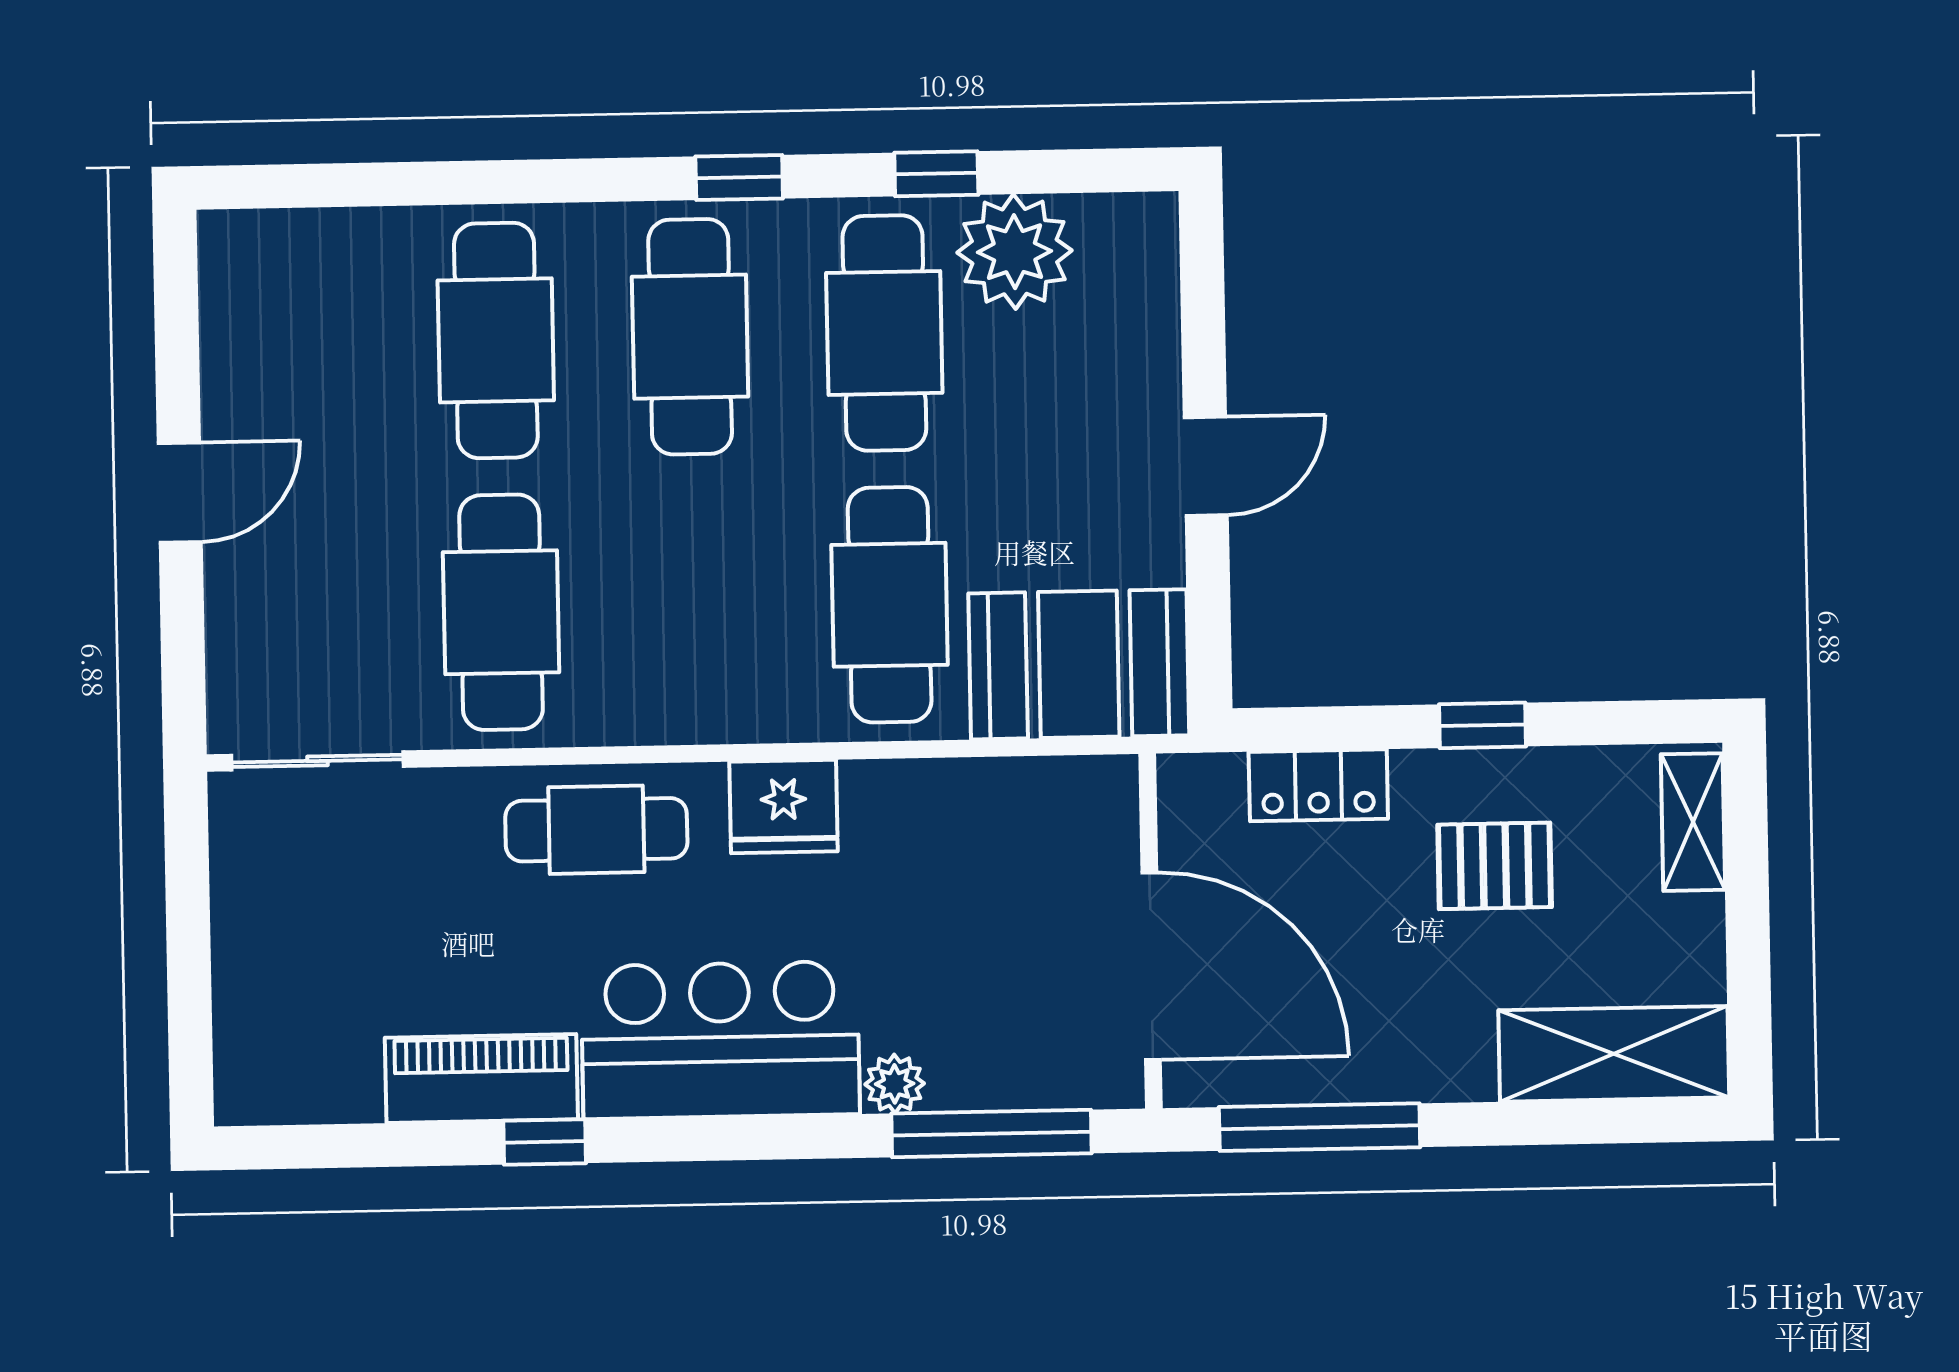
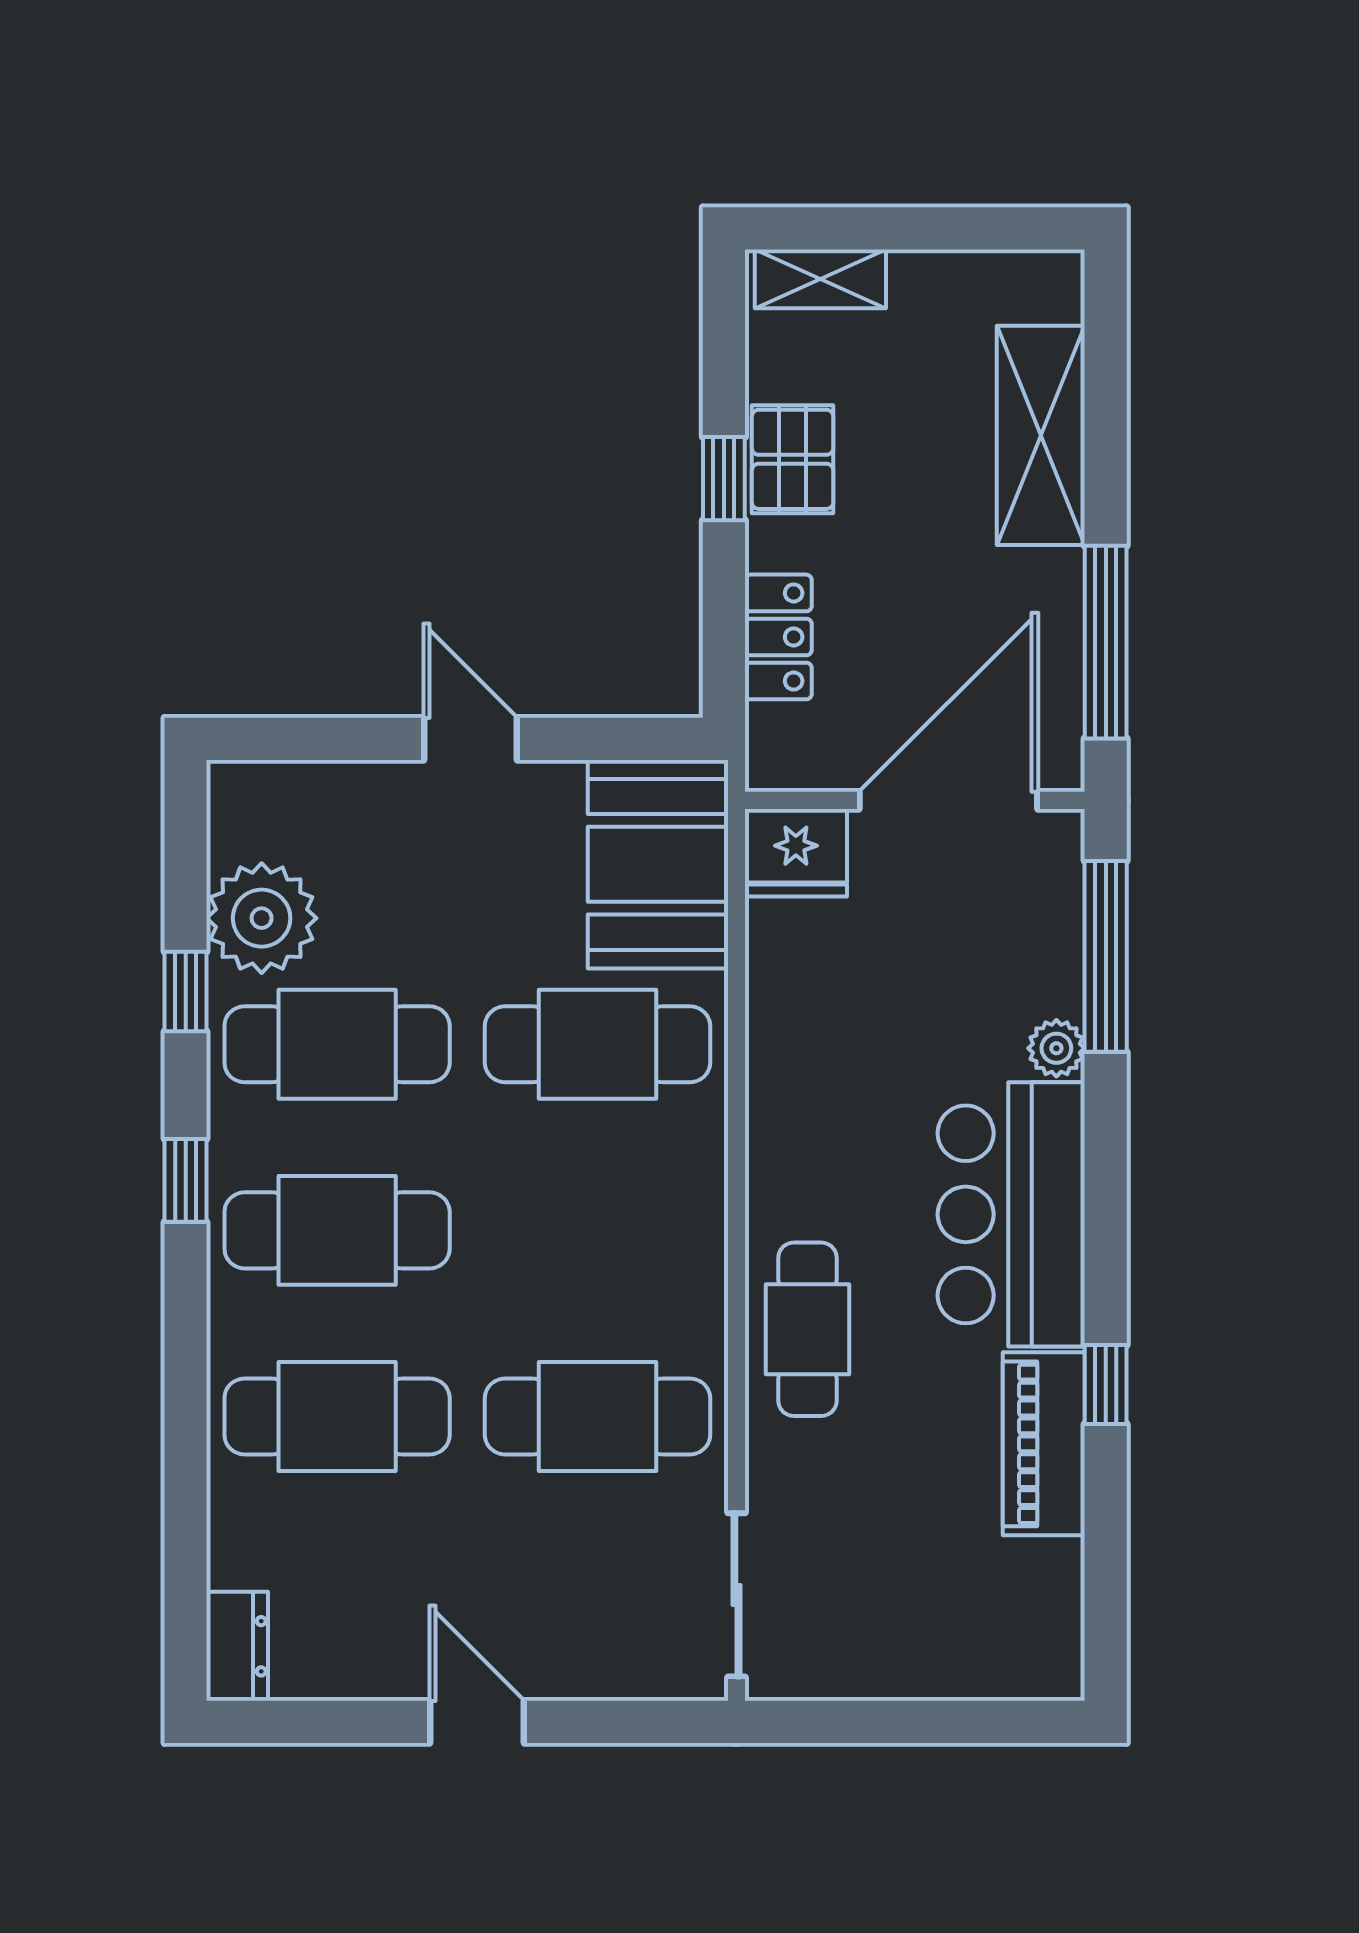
dresser: (254, 241) -> (237, 1646), added
fridge: (784, 807) -> (796, 853), moved, turned 90
pallet: (1495, 866) -> (793, 459), moved
shelving: (1614, 1054) -> (1041, 435), moved

